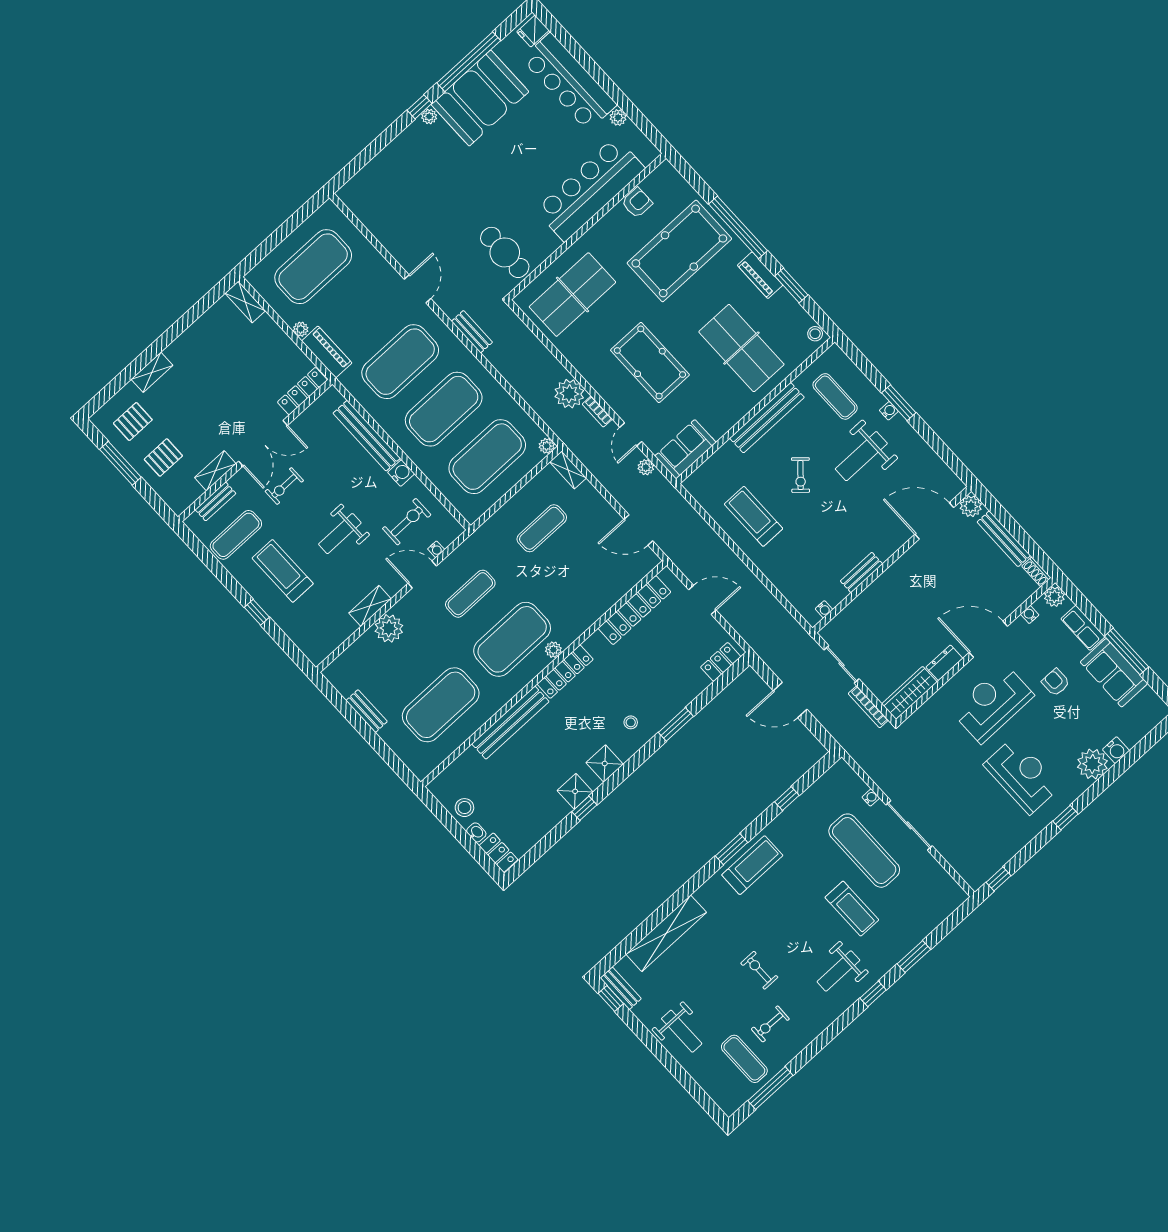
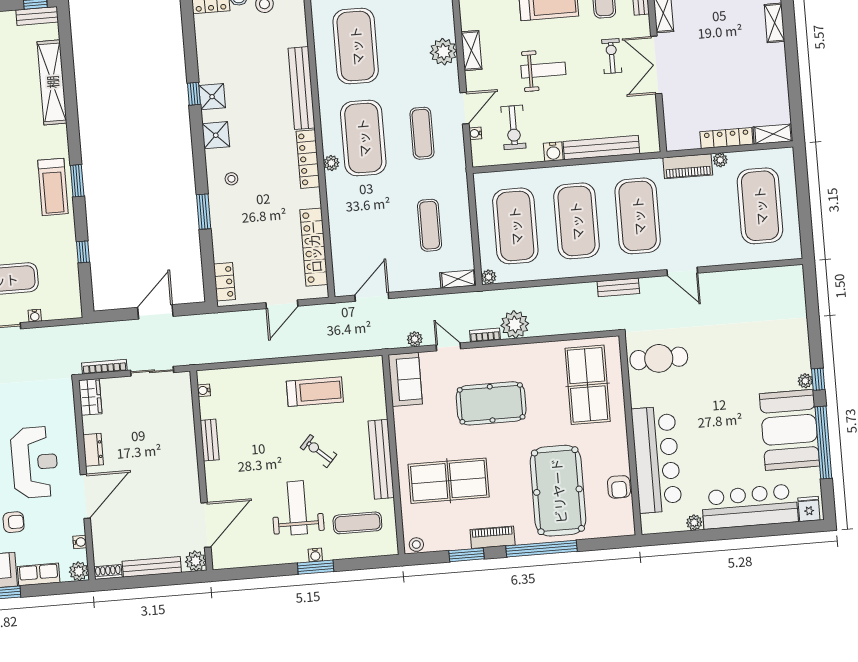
locker: (302, 391) -> (726, 138), moved, turned -90
weight bench: (340, 534) -> (543, 70), turned 90
wardrobe: (909, 693) -> (90, 397), width x0.67

